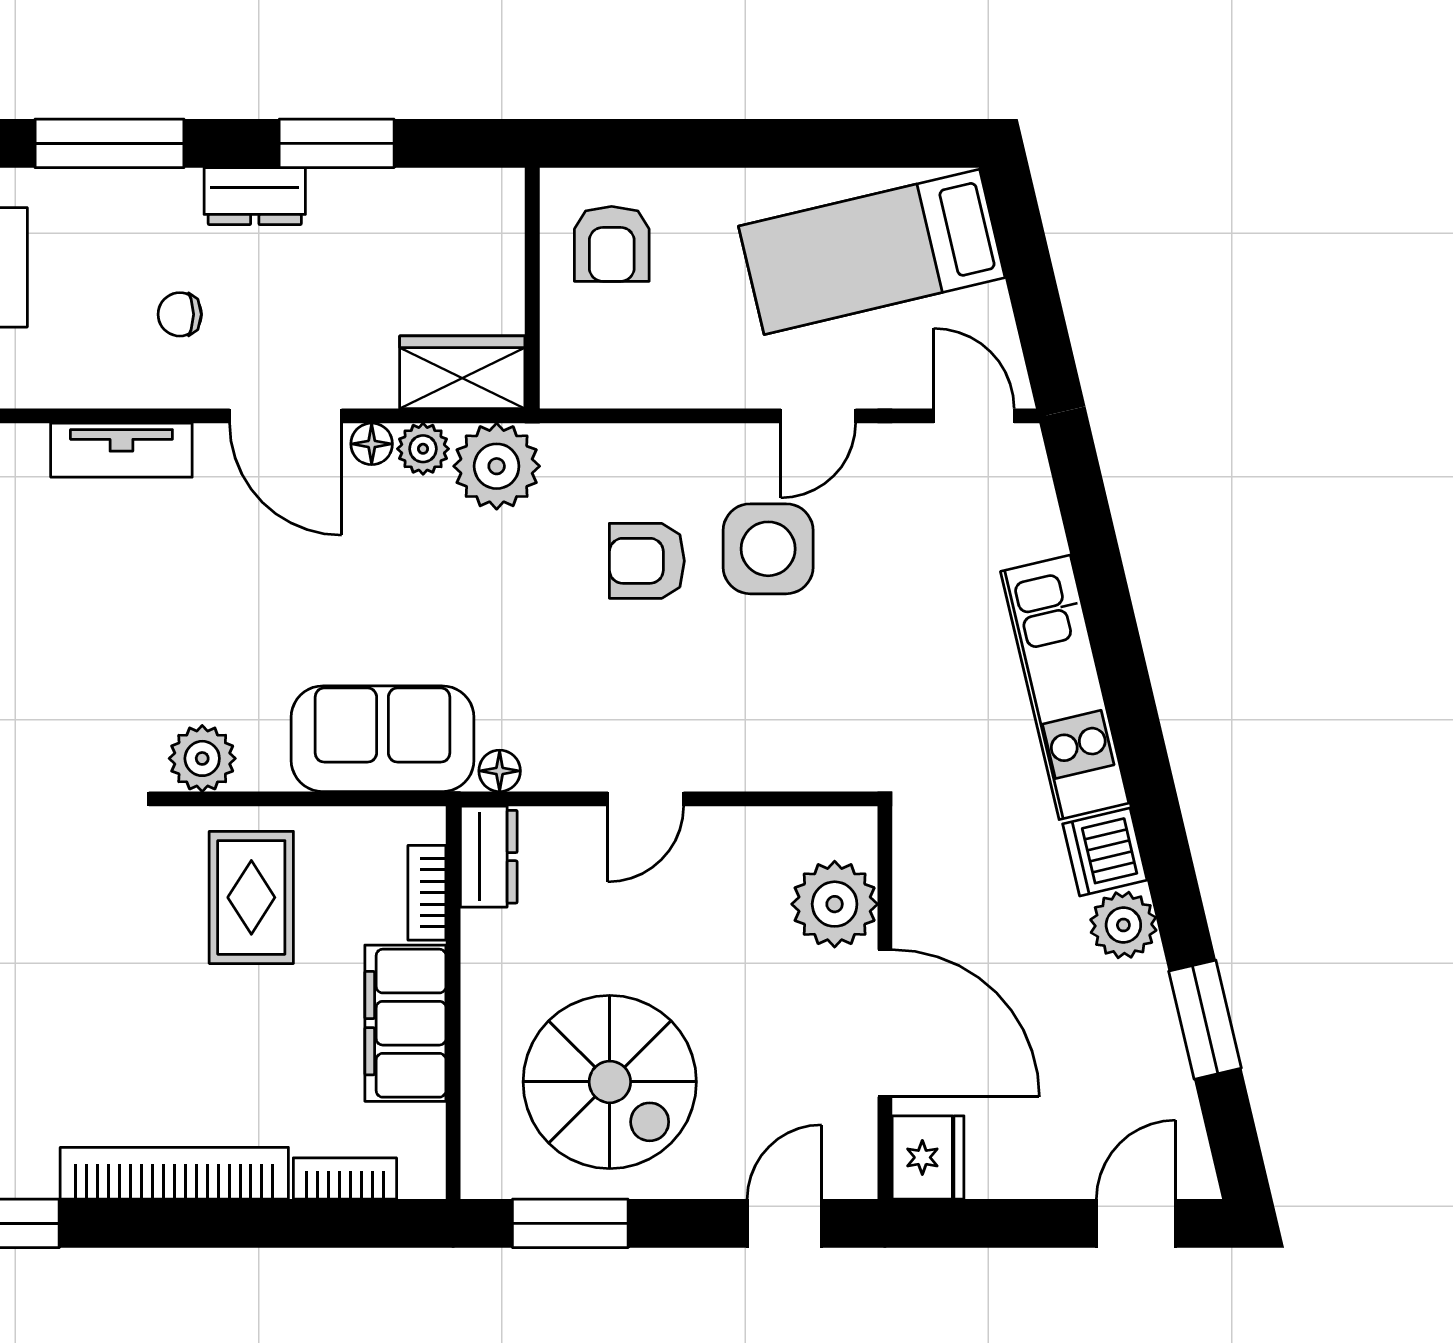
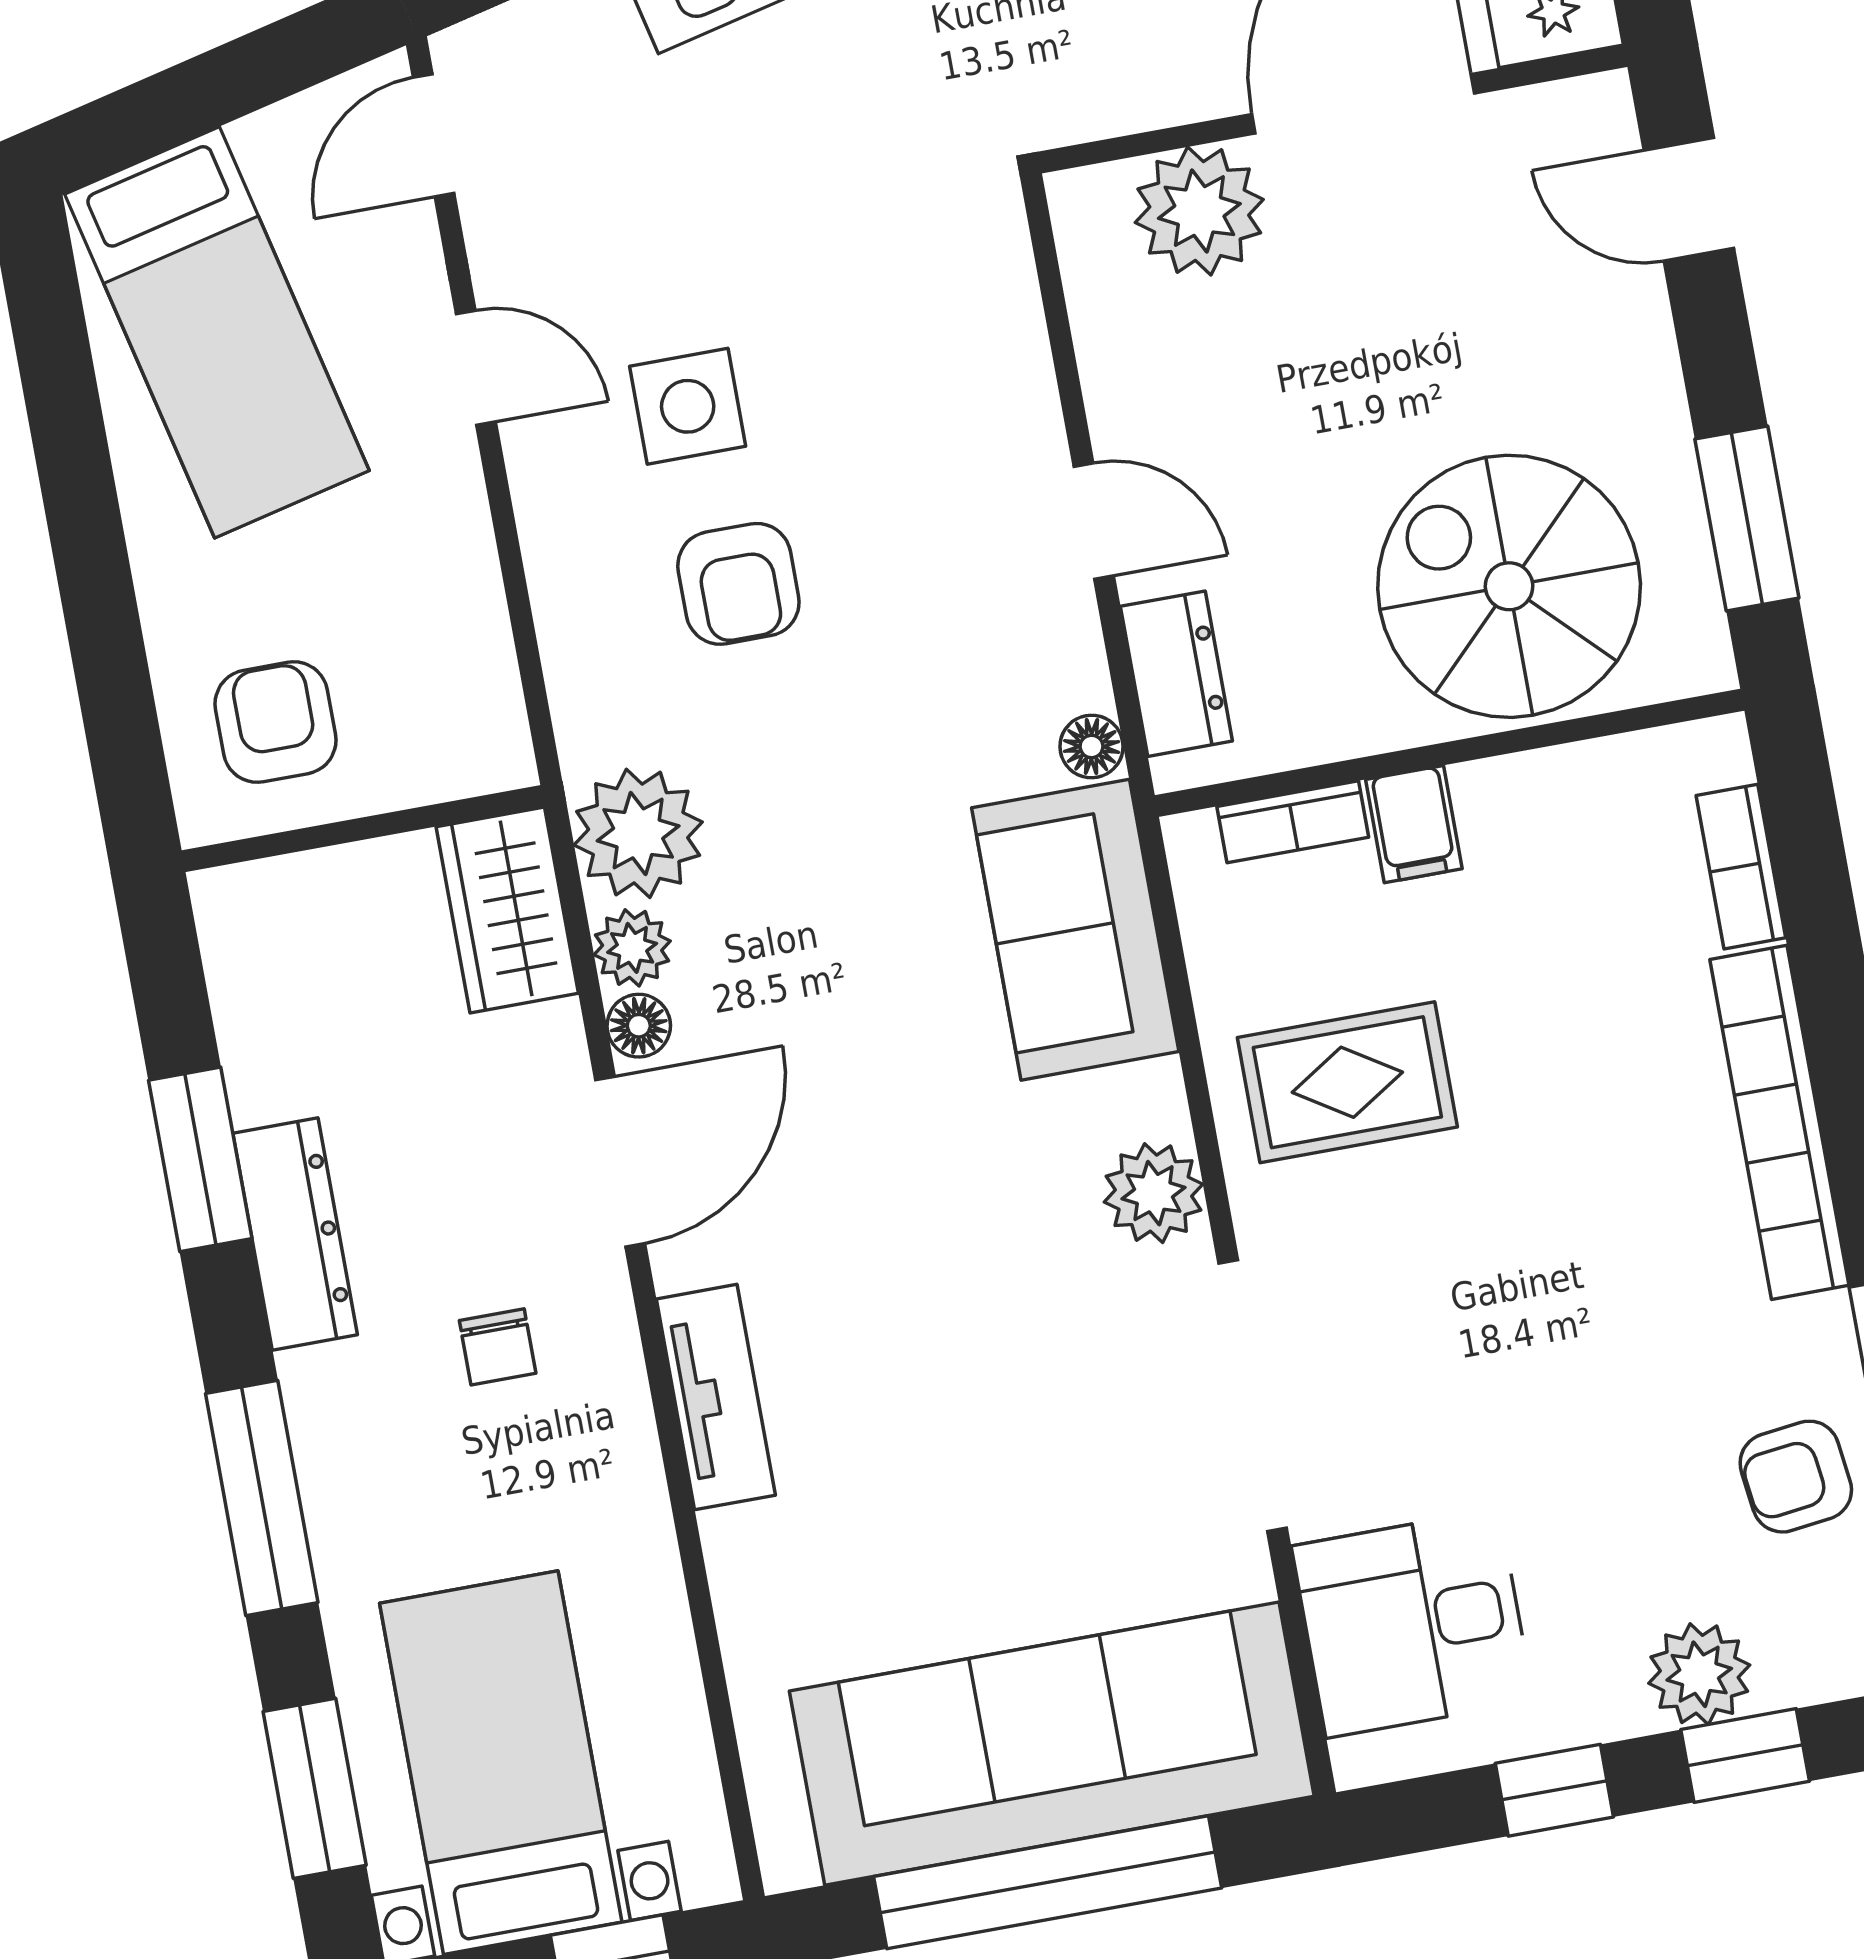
dresser: (255, 196) -> (295, 1234), width x1.44
armchair: (612, 244) -> (275, 722), turned -90
side table: (768, 549) -> (688, 406), width x0.73, depth x0.73
dresser: (489, 857) -> (1176, 674), moved, turned 90
filing cabinet: (405, 1023) -> (1414, 824), width x0.33, depth x0.86
spiral stairs: (610, 1082) -> (1509, 586), moved, turned -90

